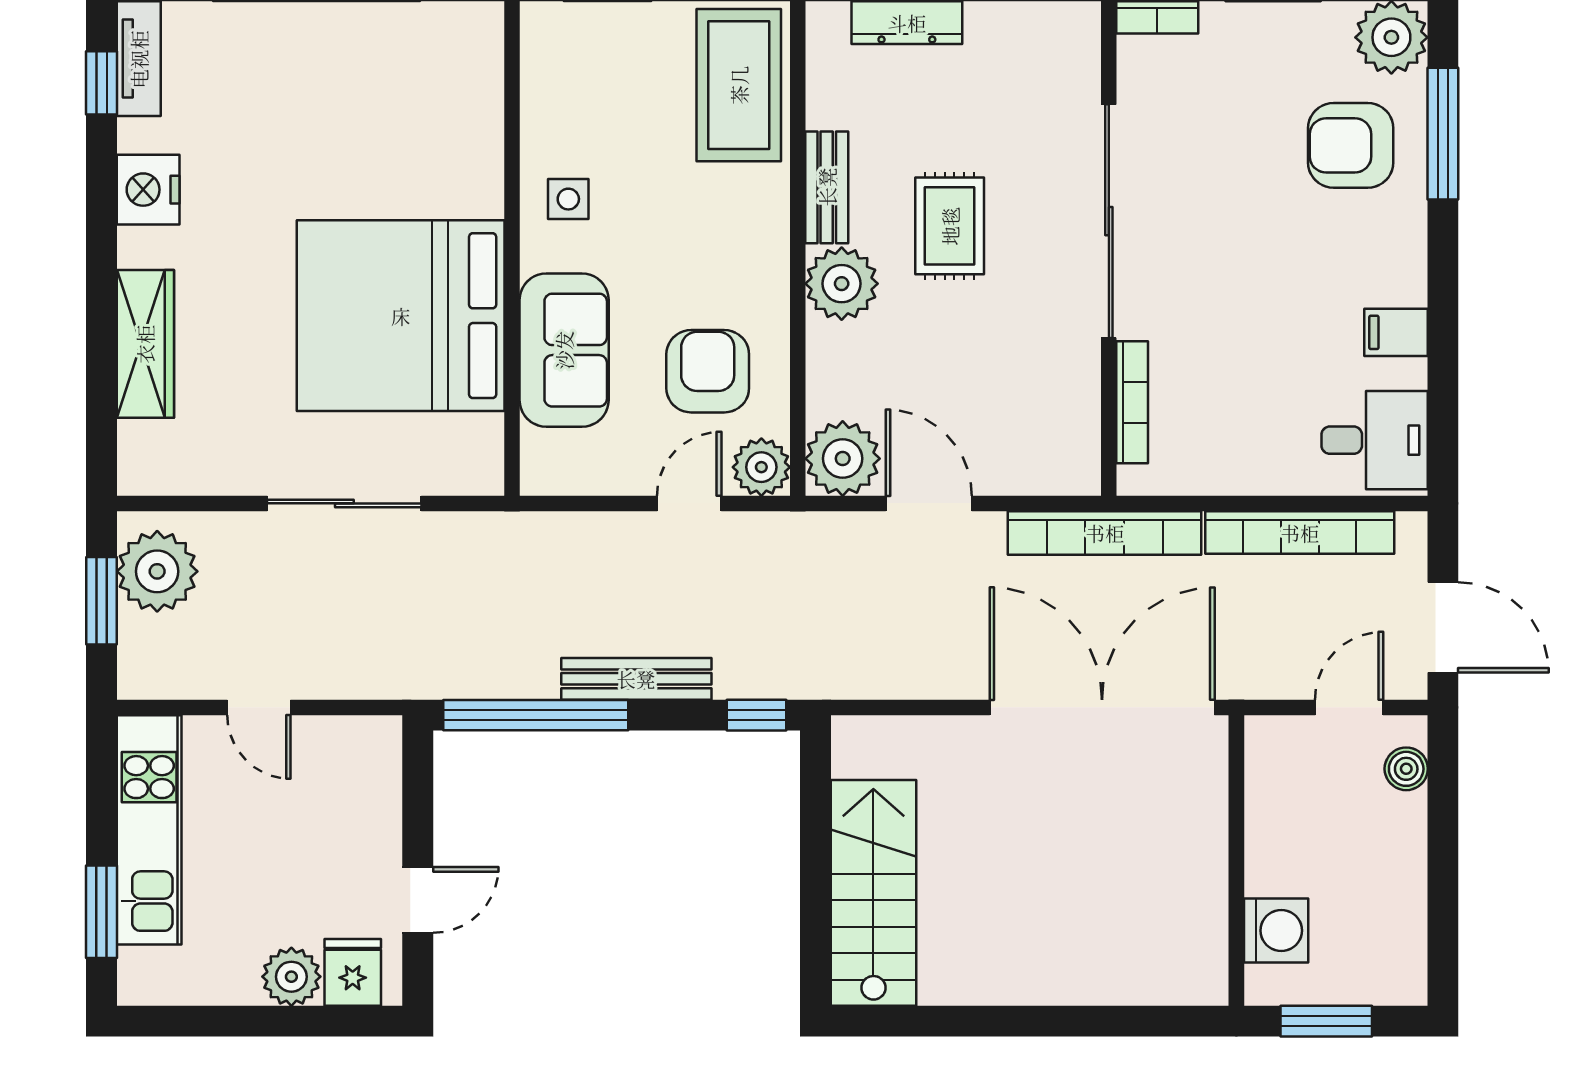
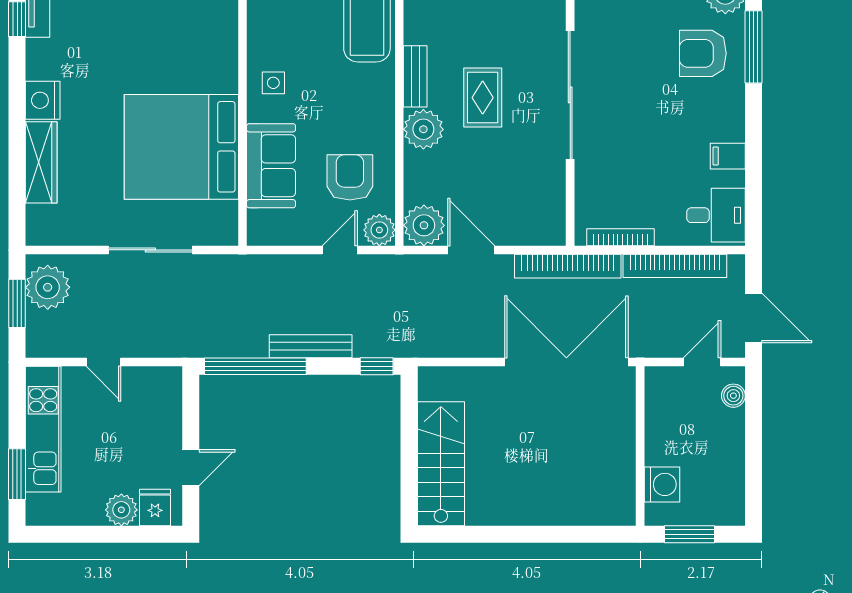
nightstand: (148, 190) -> (43, 100), moved
bookcase: (1132, 402) -> (620, 237), moved, turned -90

